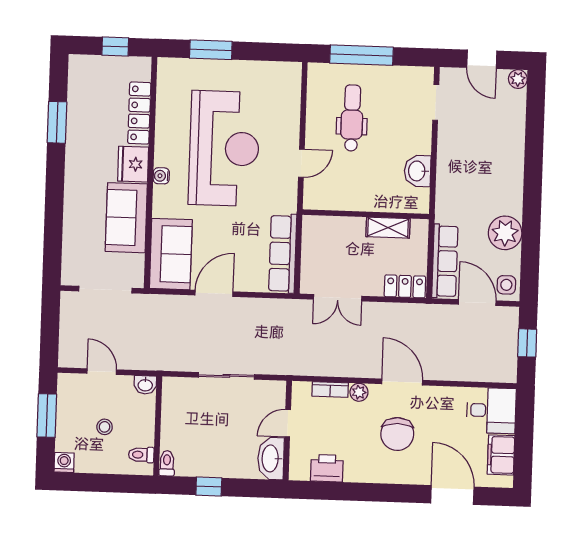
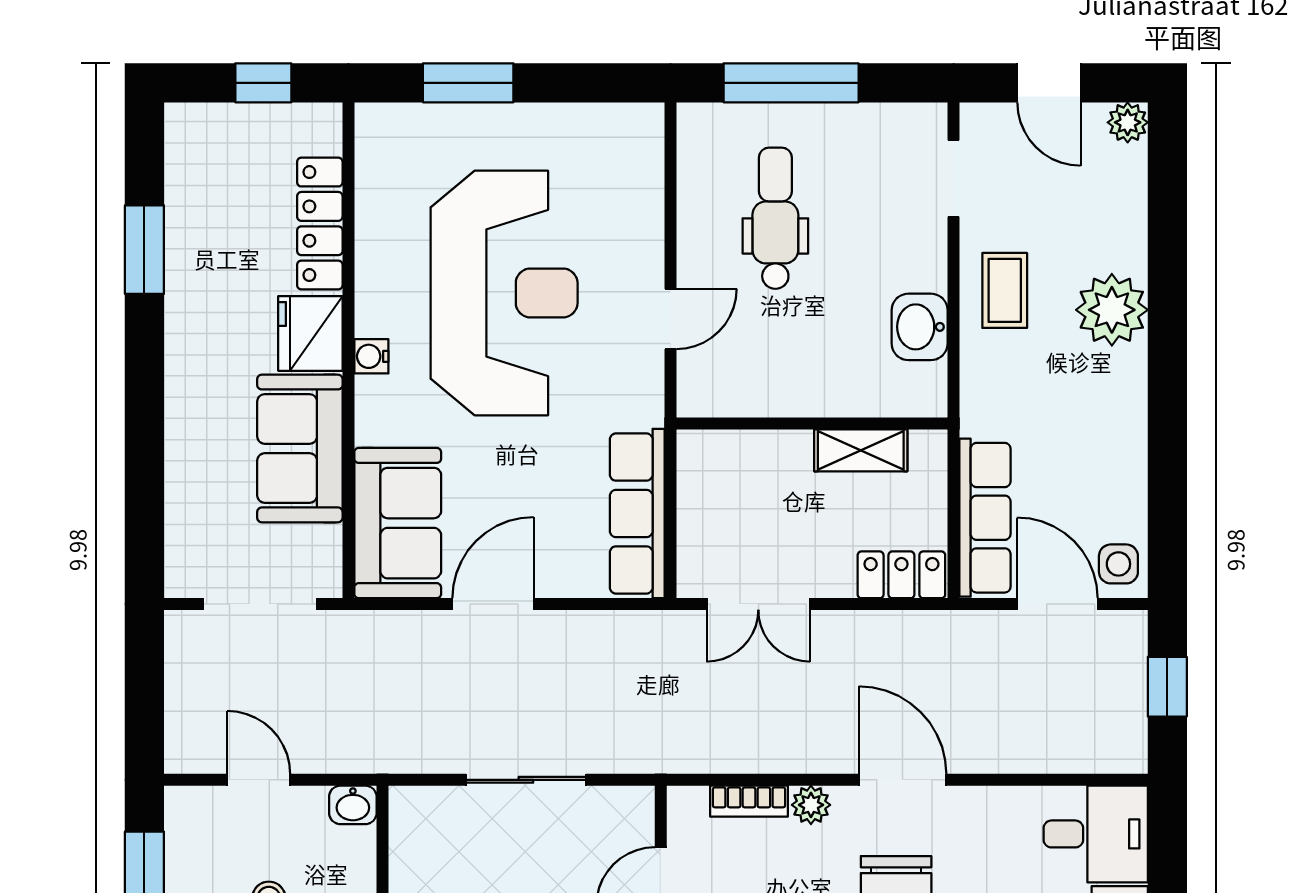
coffee table: (458, 155) -> (1005, 290), added
plant: (505, 233) -> (1112, 310), moved

